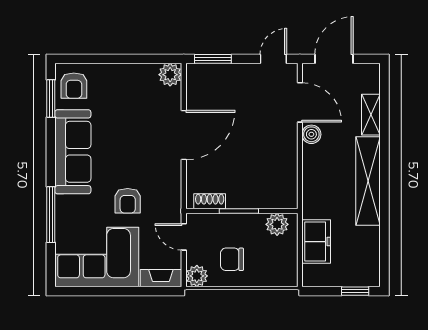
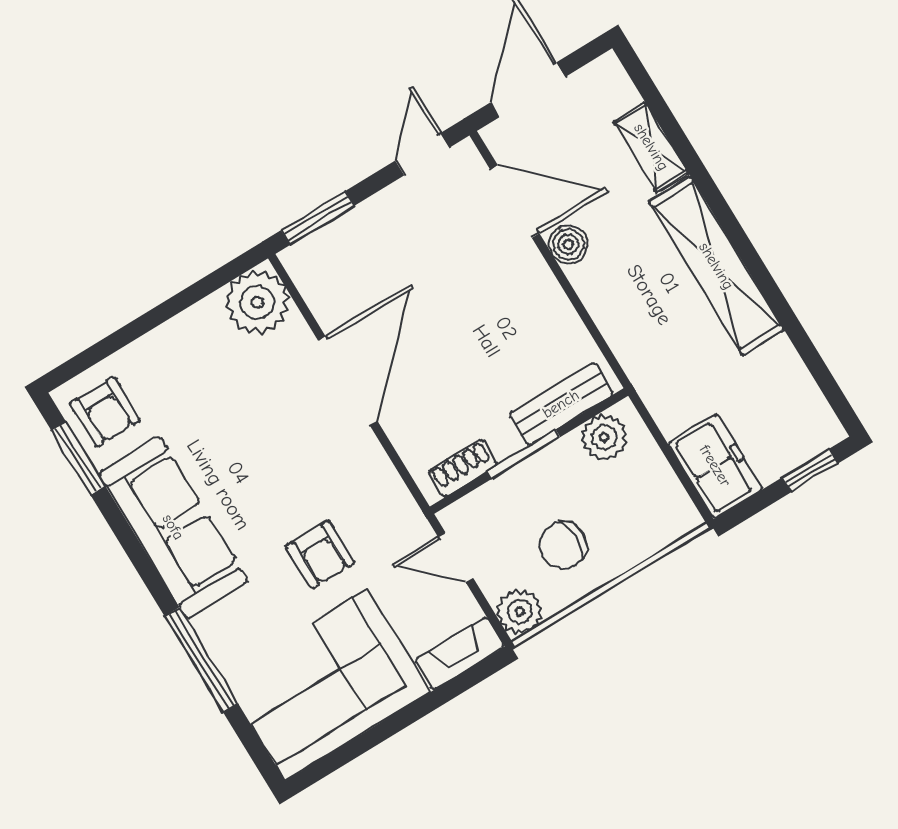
plant: (170, 75) -> (257, 302), width x1.36, depth x1.36
bench: (267, 199) -> (561, 404), added
freezer: (316, 242) -> (715, 466), moved

